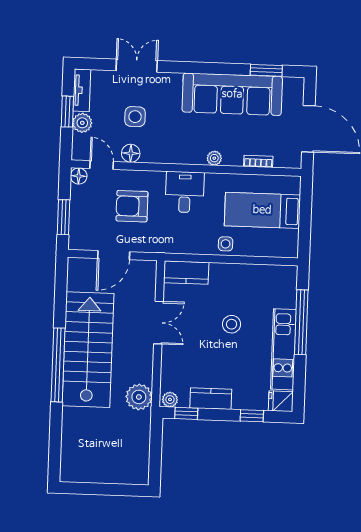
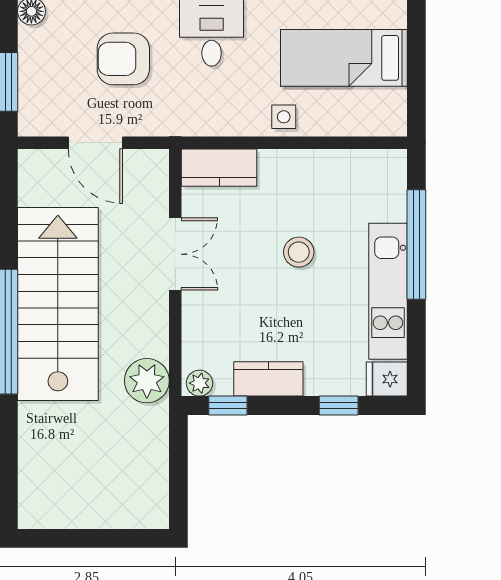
door: (114, 255) -> (95, 143), hinge flipped

